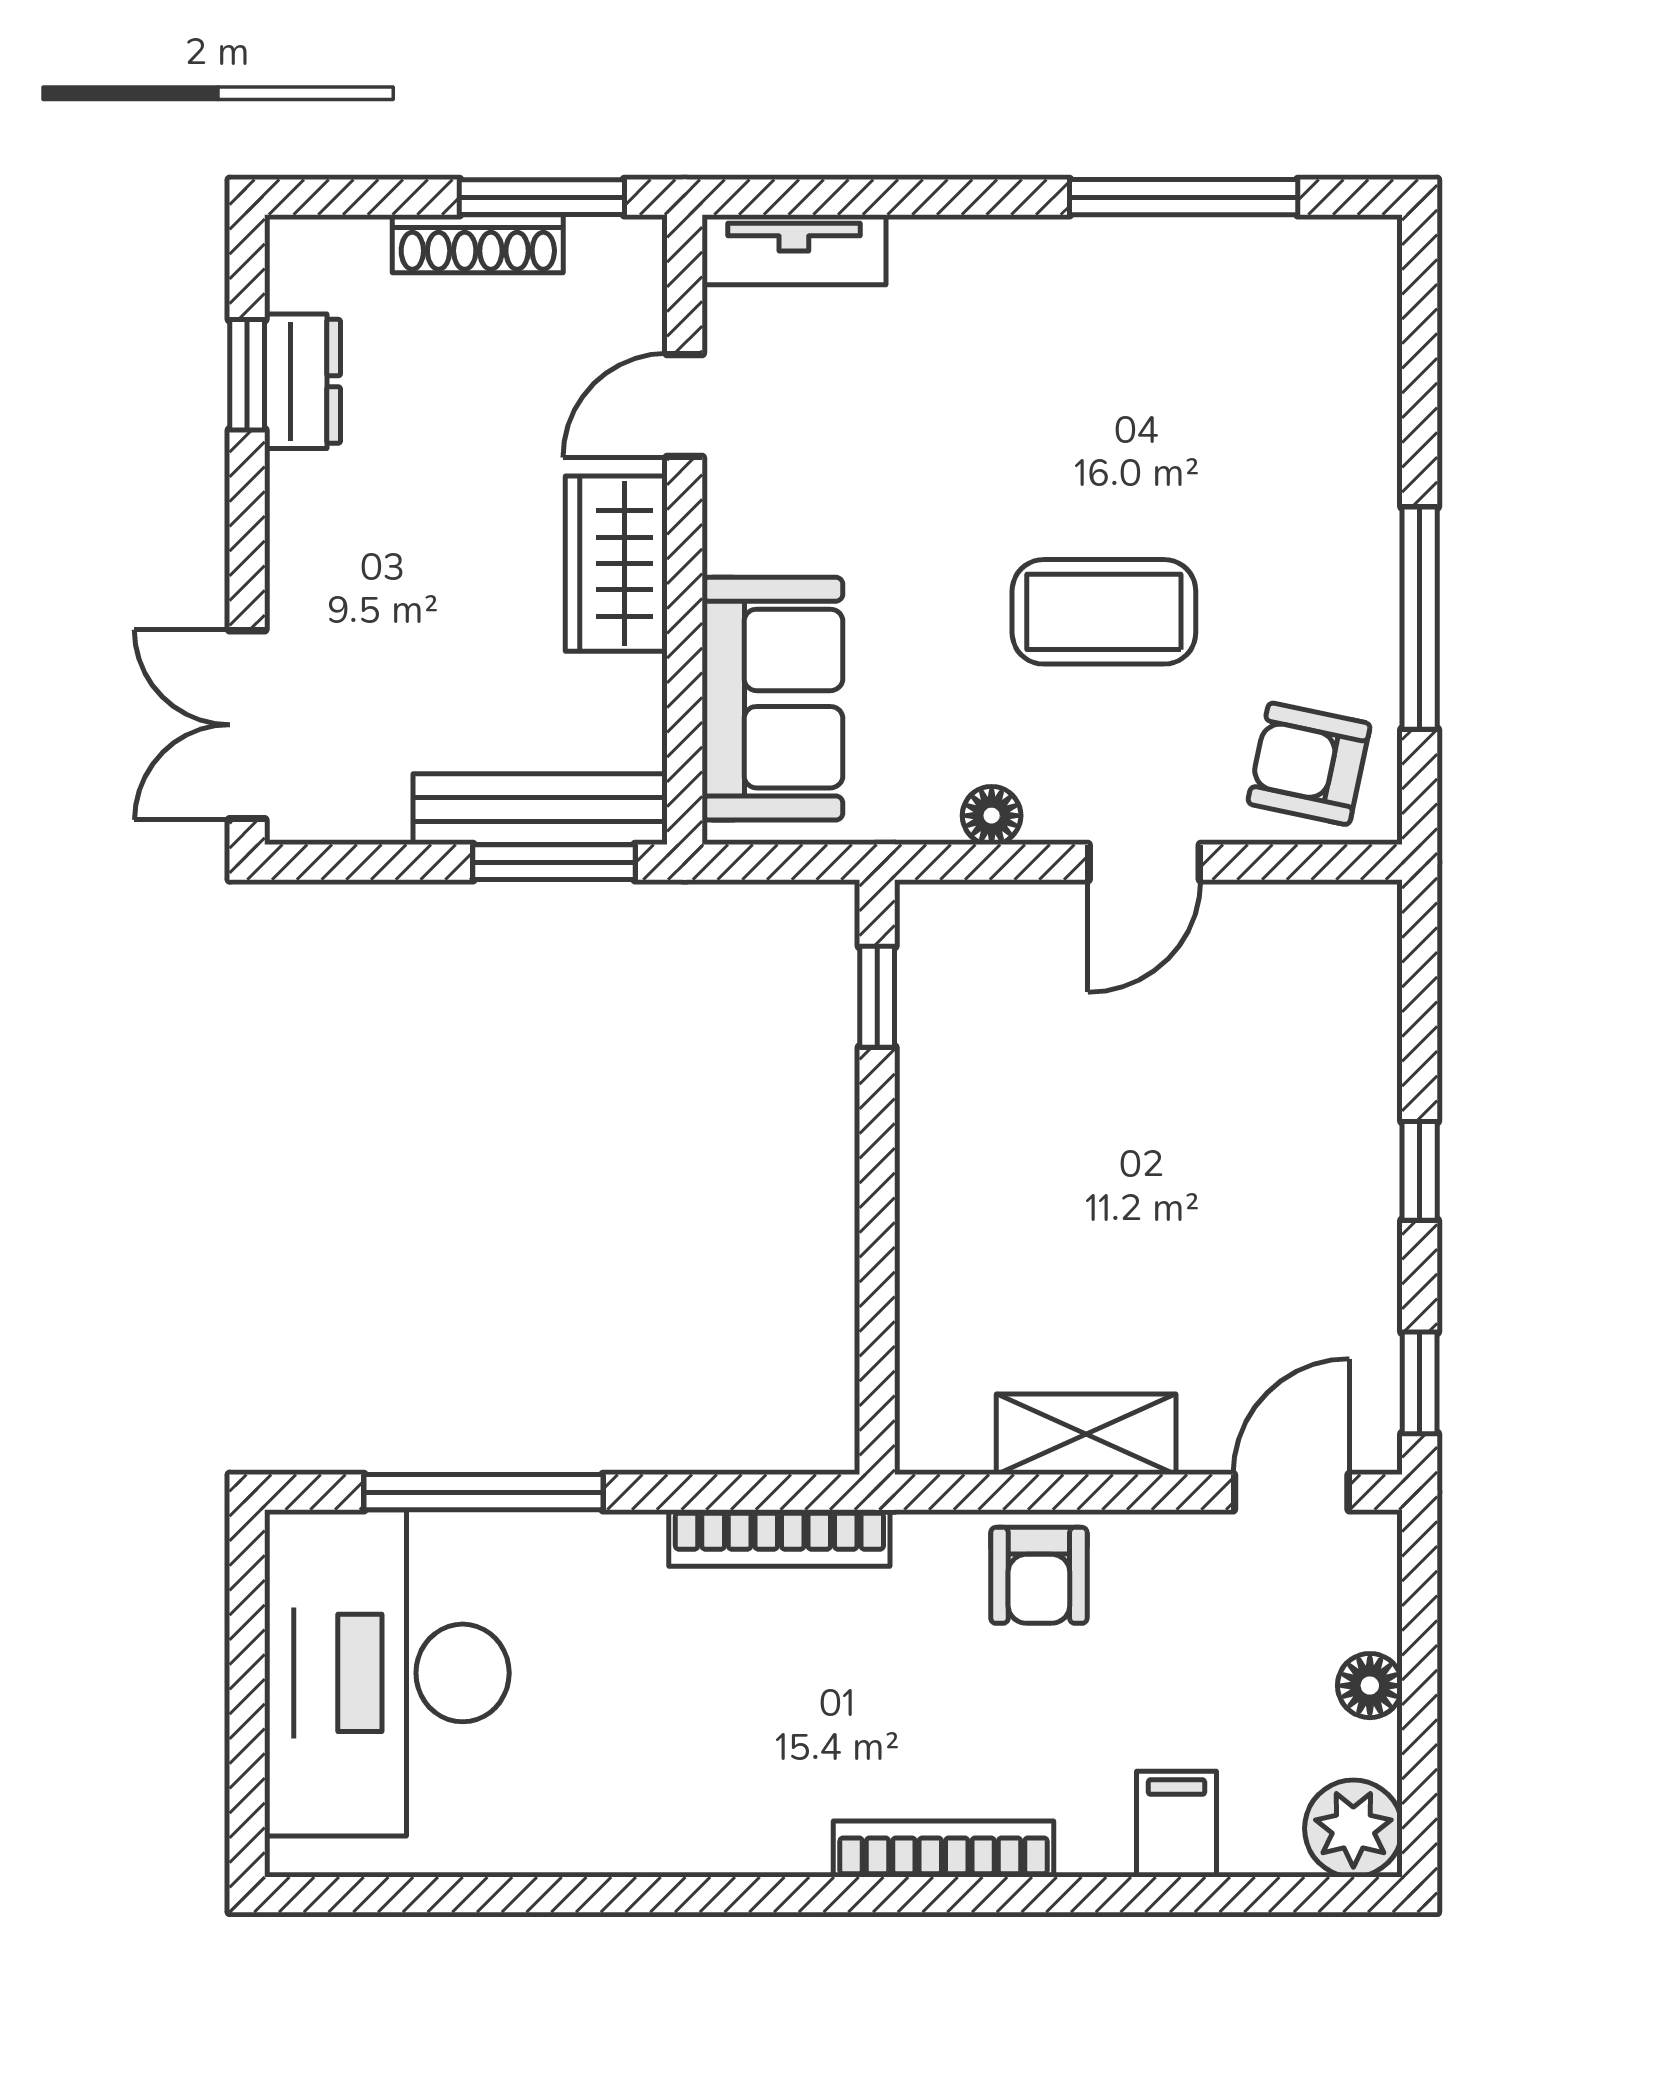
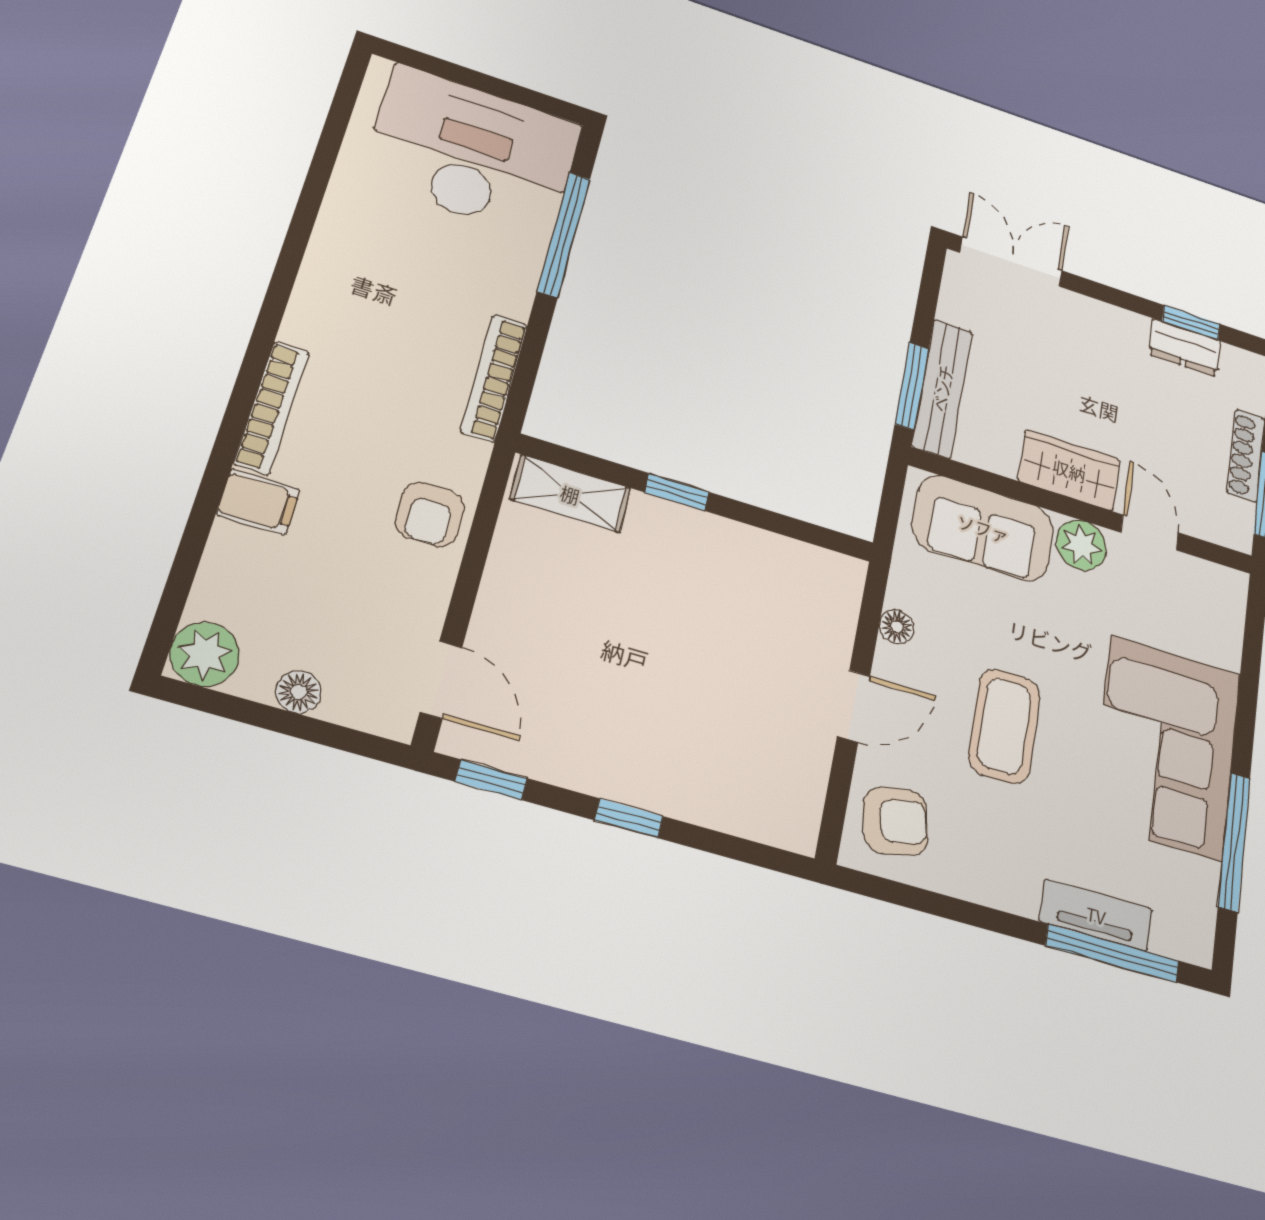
tv unit: (794, 250) -> (1096, 915), moved, turned 90
corner sofa: (1058, 333) -> (1166, 747), added
plant: (748, 525) -> (1081, 545), added
window: (1420, 618) -> (1113, 953), moved
armchair: (1309, 764) -> (896, 821), turned 66
door: (1144, 862) -> (854, 706), swing flipped
window: (877, 997) -> (677, 492), moved
shelving: (1086, 1434) -> (570, 494), moved, turned 90
armchair: (1039, 1575) -> (430, 514), turned -90
filing cabinet: (1177, 1824) -> (258, 502), moved

